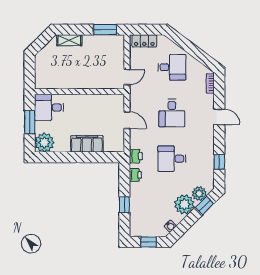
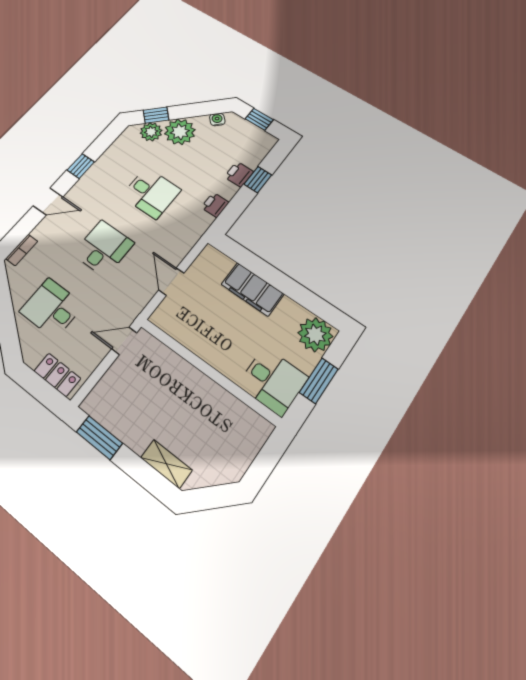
door: (219, 117) -> (48, 201), swing flipped
printer: (136, 156) -> (239, 174), moved
window: (219, 162) -> (81, 166), moved

